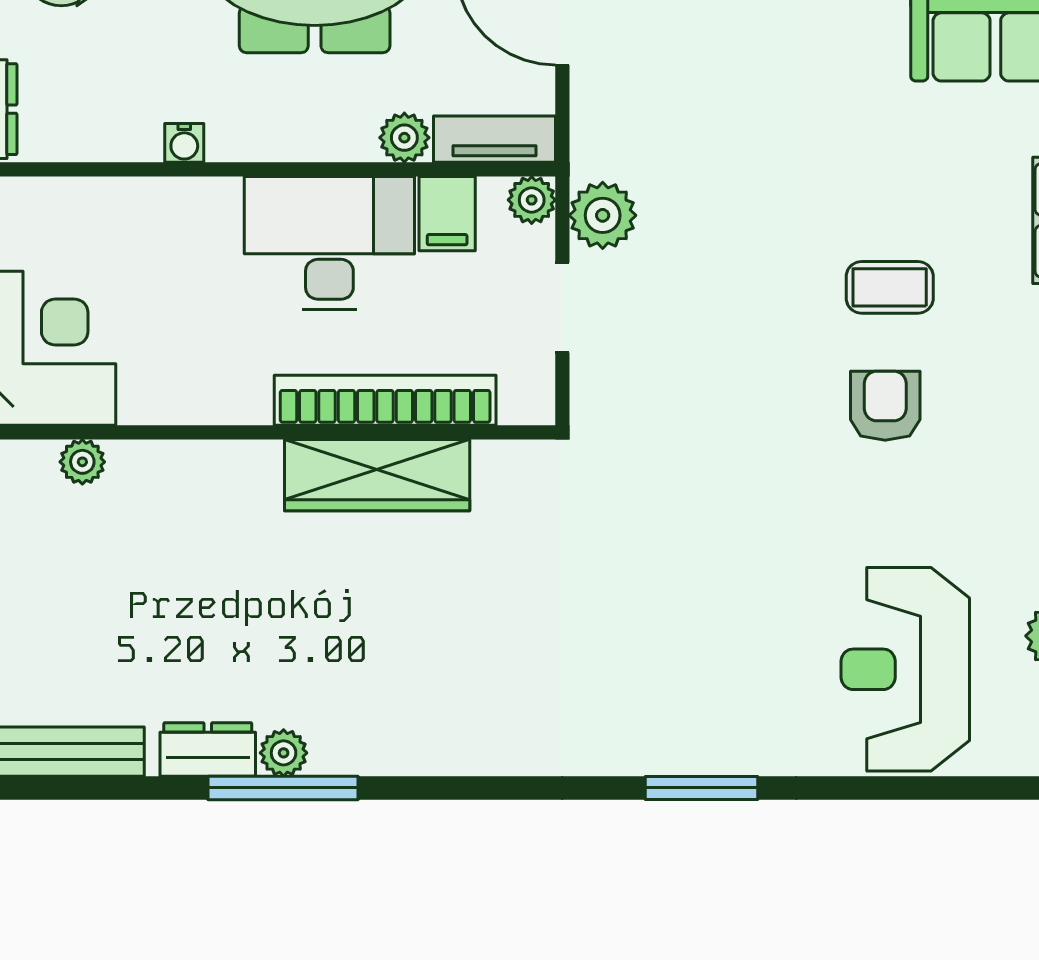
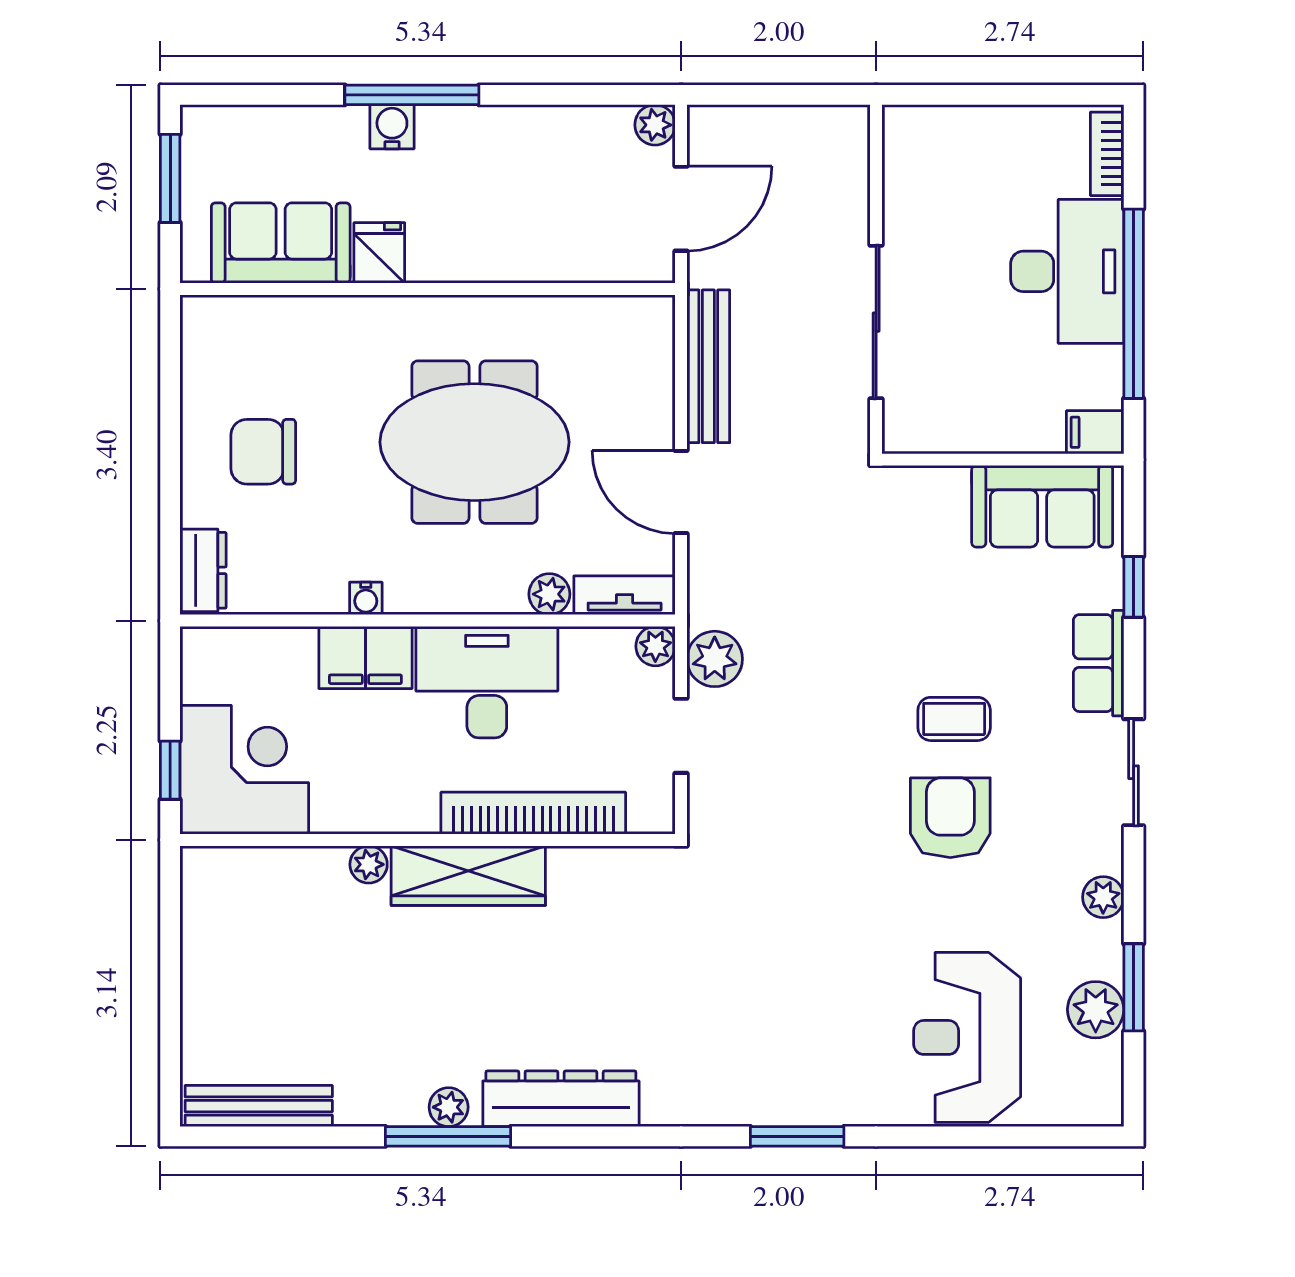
filing cabinet: (447, 214) -> (365, 657), moved, width x2.00
armchair: (885, 406) -> (950, 818), width x1.38, depth x1.38
plant: (82, 462) -> (369, 864), moved
wardrobe: (377, 475) -> (468, 876), moved
dresser: (208, 749) -> (561, 1099), moved, width x1.96, depth x1.24

